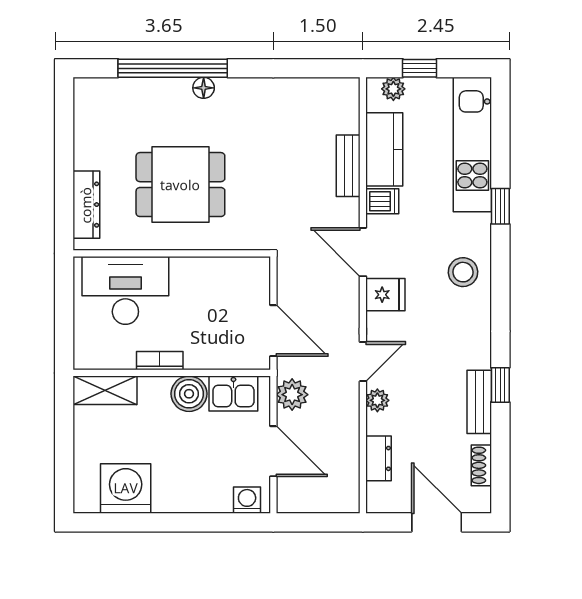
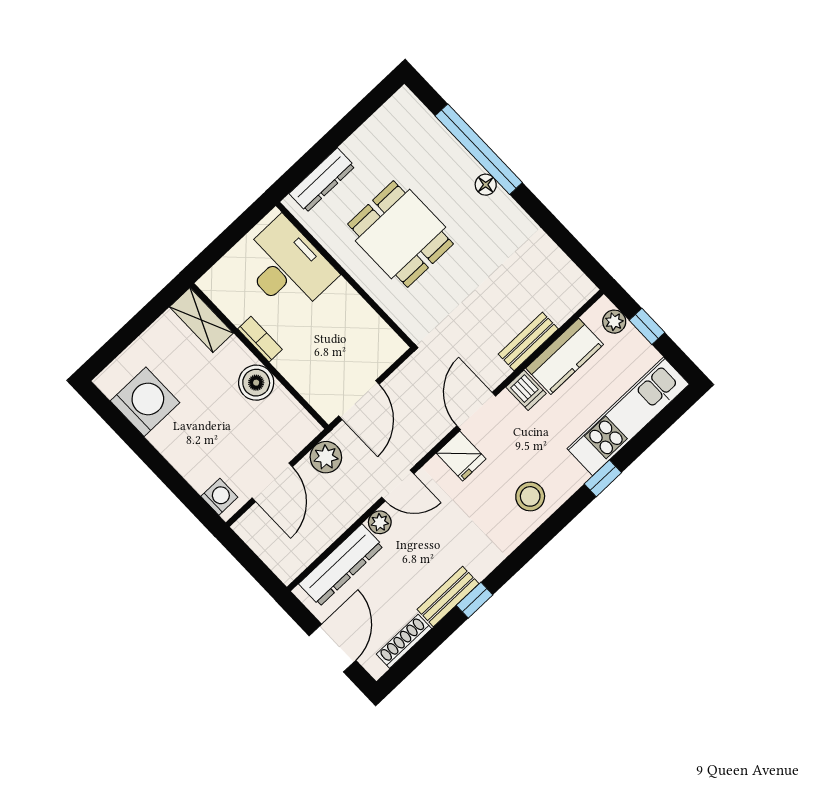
kitchen sink: (233, 394) -> (287, 414), removed
dresser: (379, 458) -> (341, 565), width x1.96, depth x1.24
shoe rack: (481, 465) -> (404, 641), width x1.43

